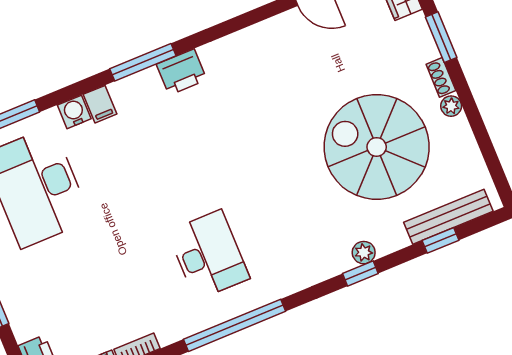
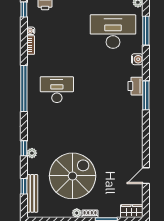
printer: (182, 72) -> (135, 86), moved
filing cabinet: (100, 104) -> (136, 71), removed
desk: (208, 255) -> (57, 90), turned 180

